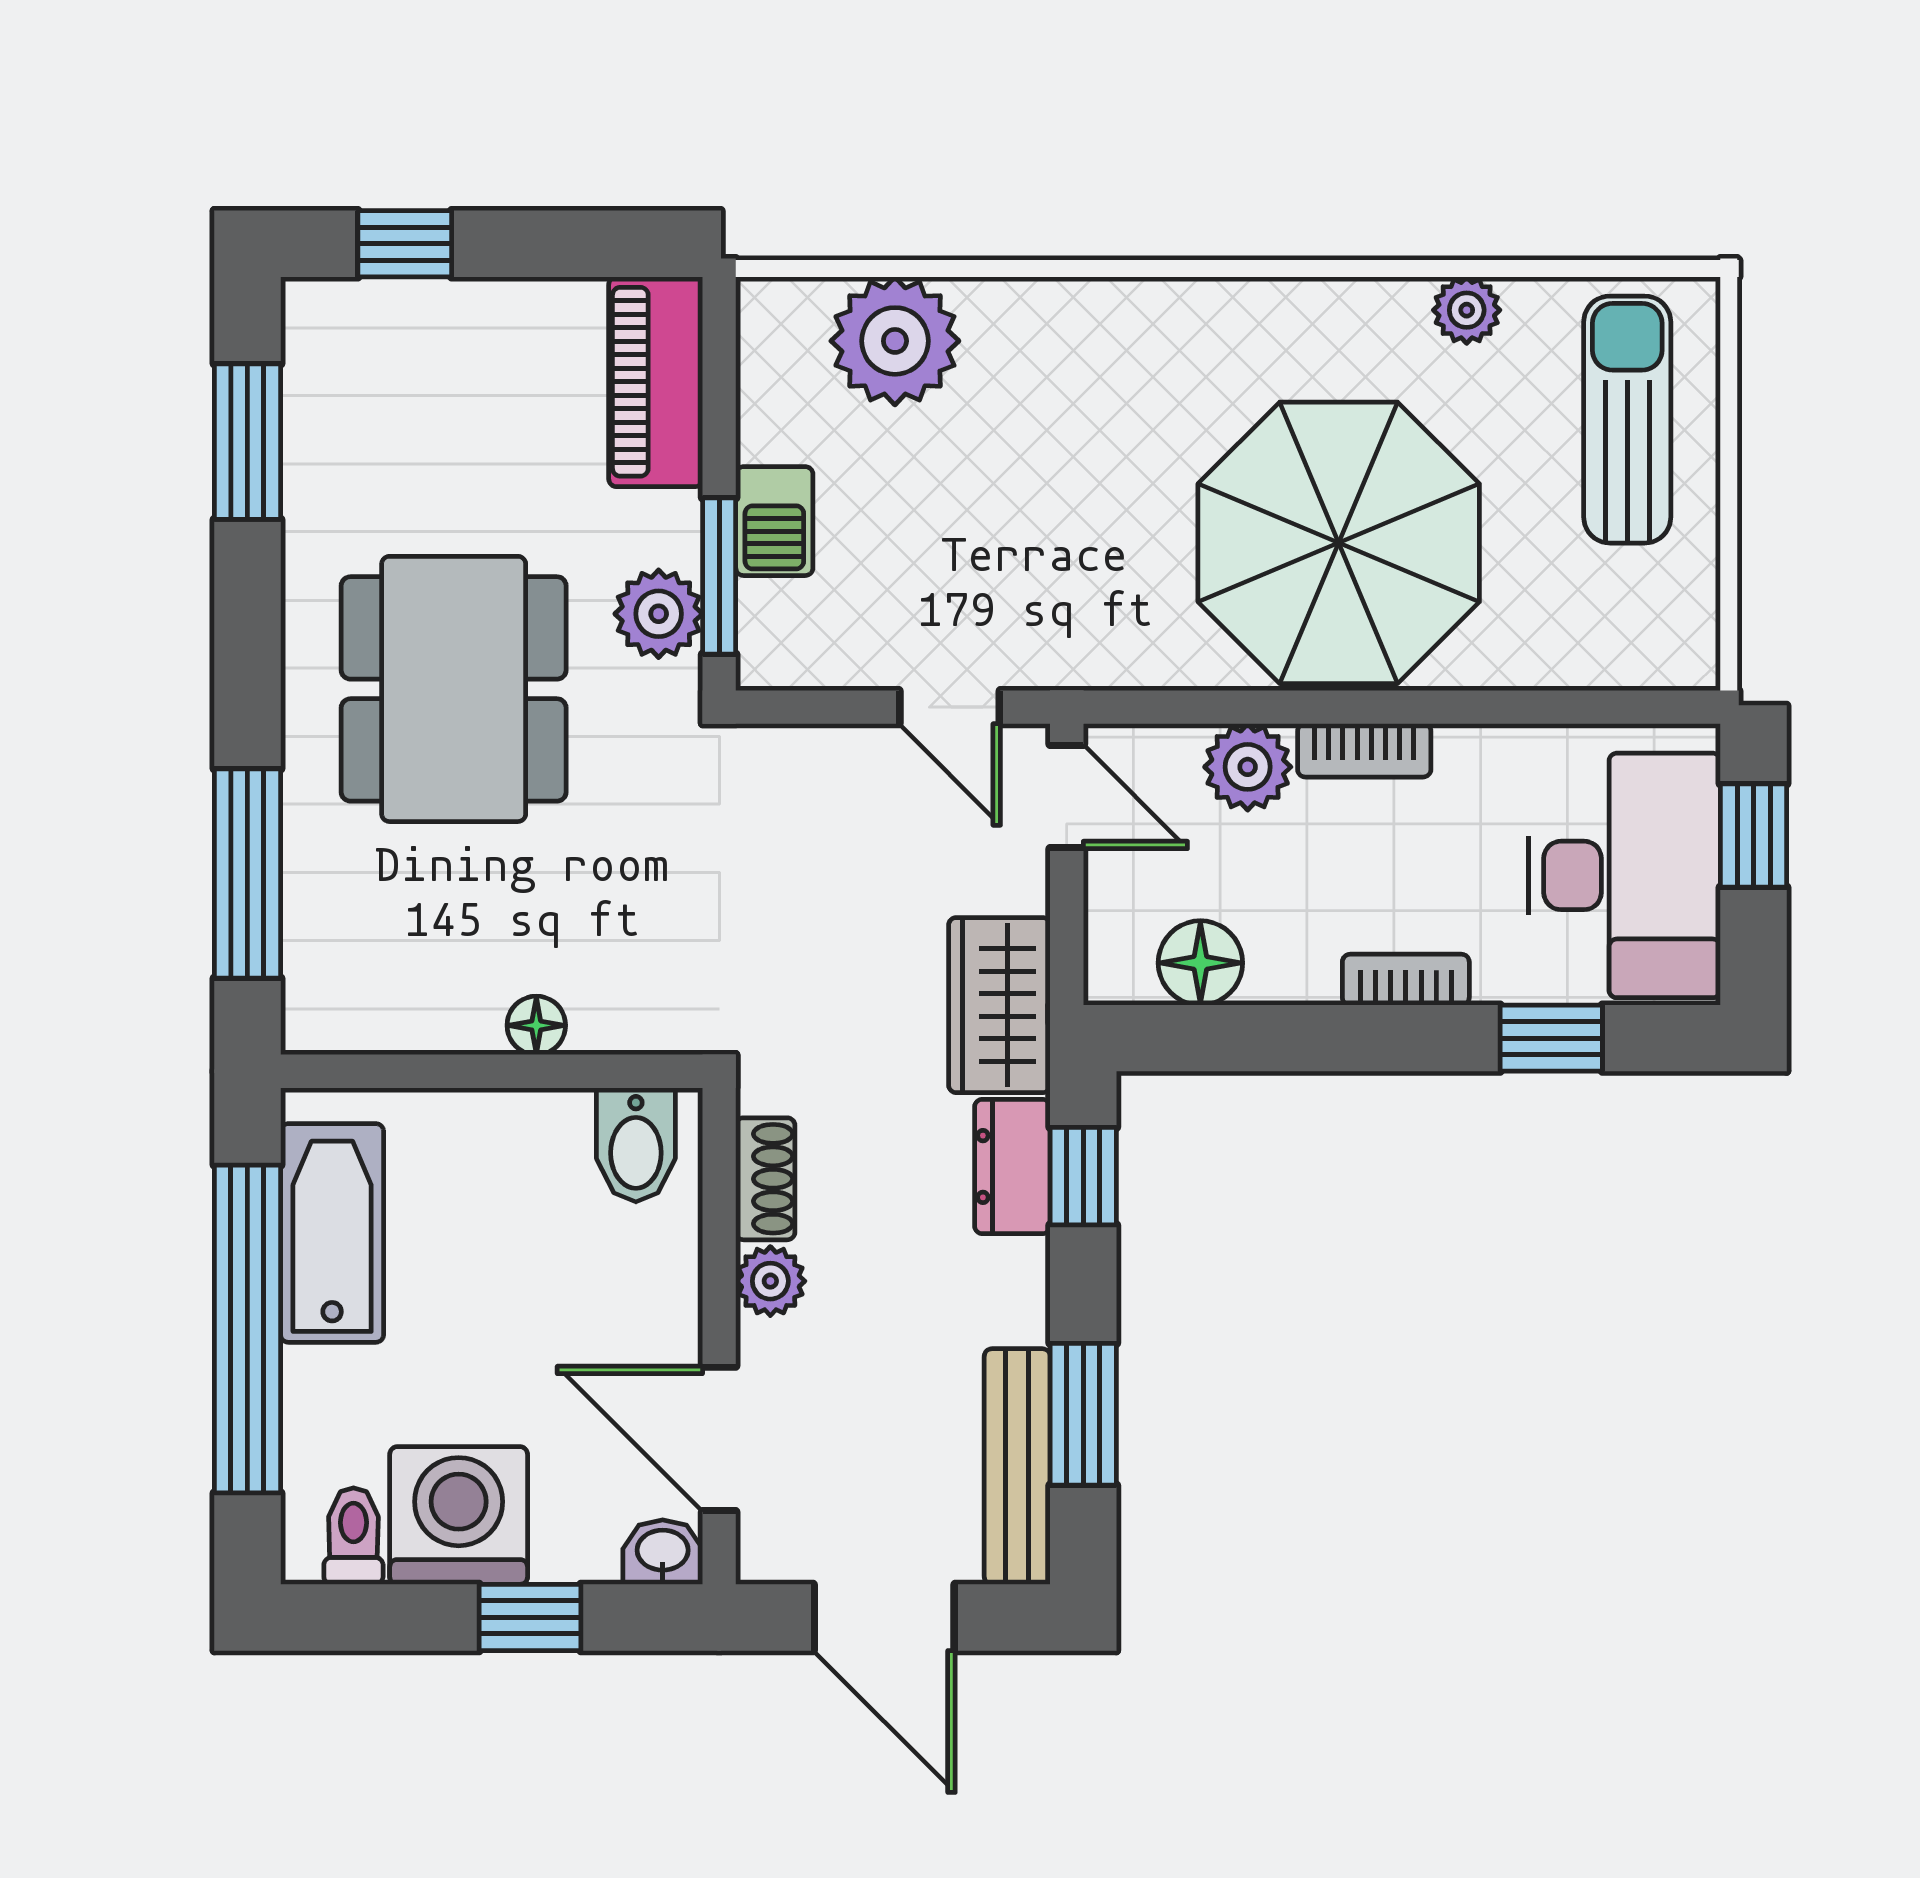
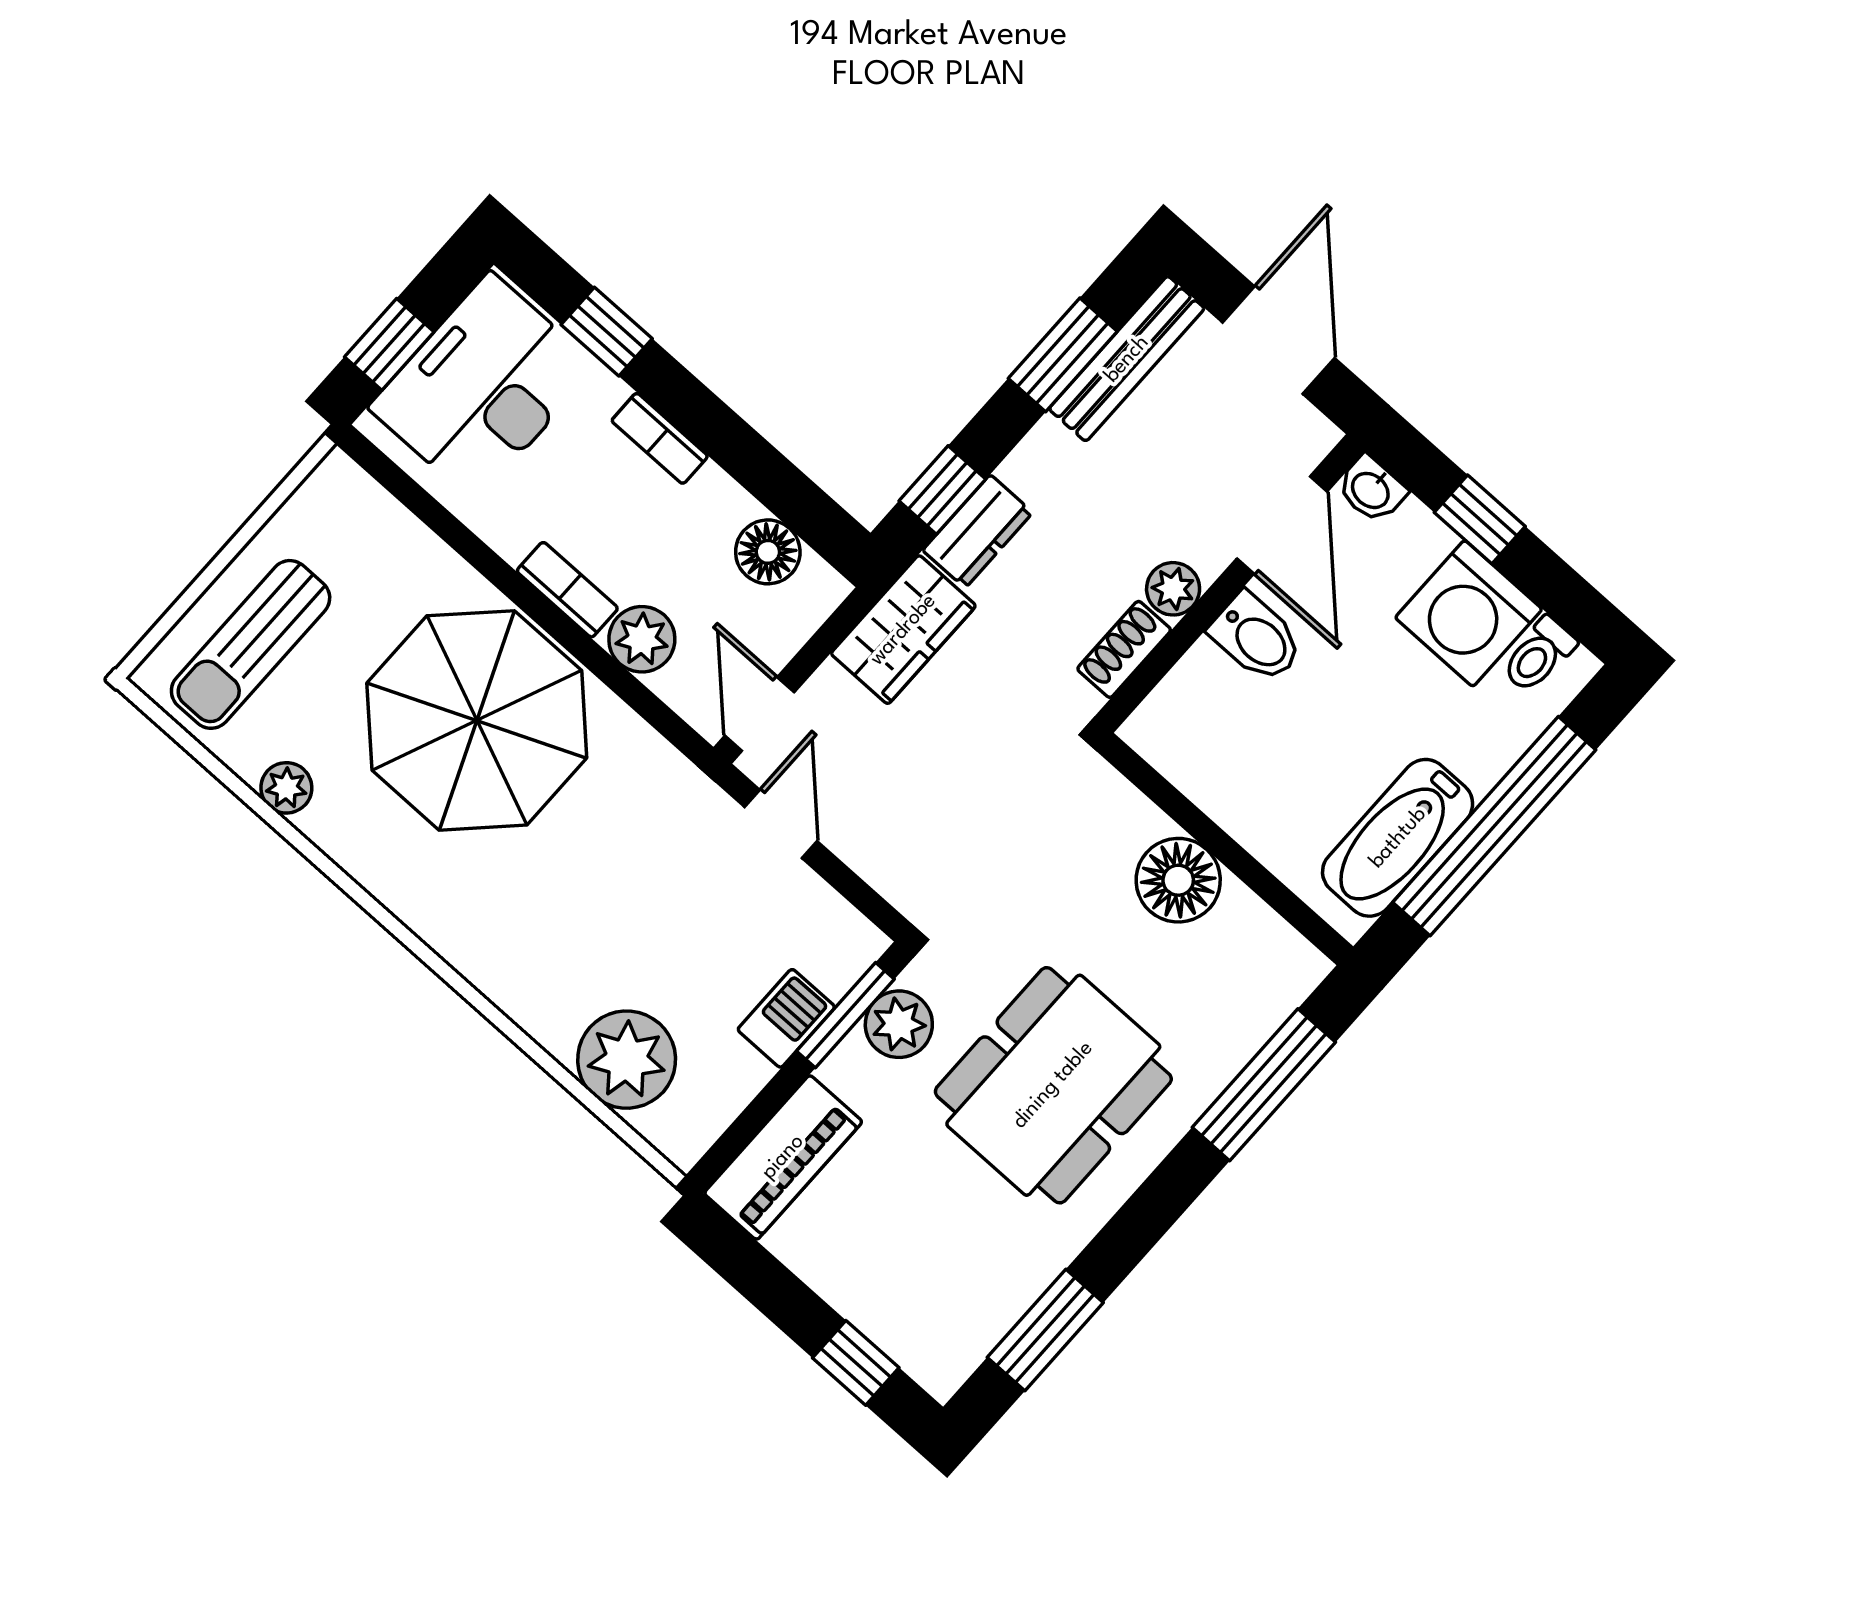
floor lamp: (536, 1025) -> (1178, 880), width x1.89, depth x1.89
bidet: (636, 1145) -> (1256, 638), moved, turned 90

